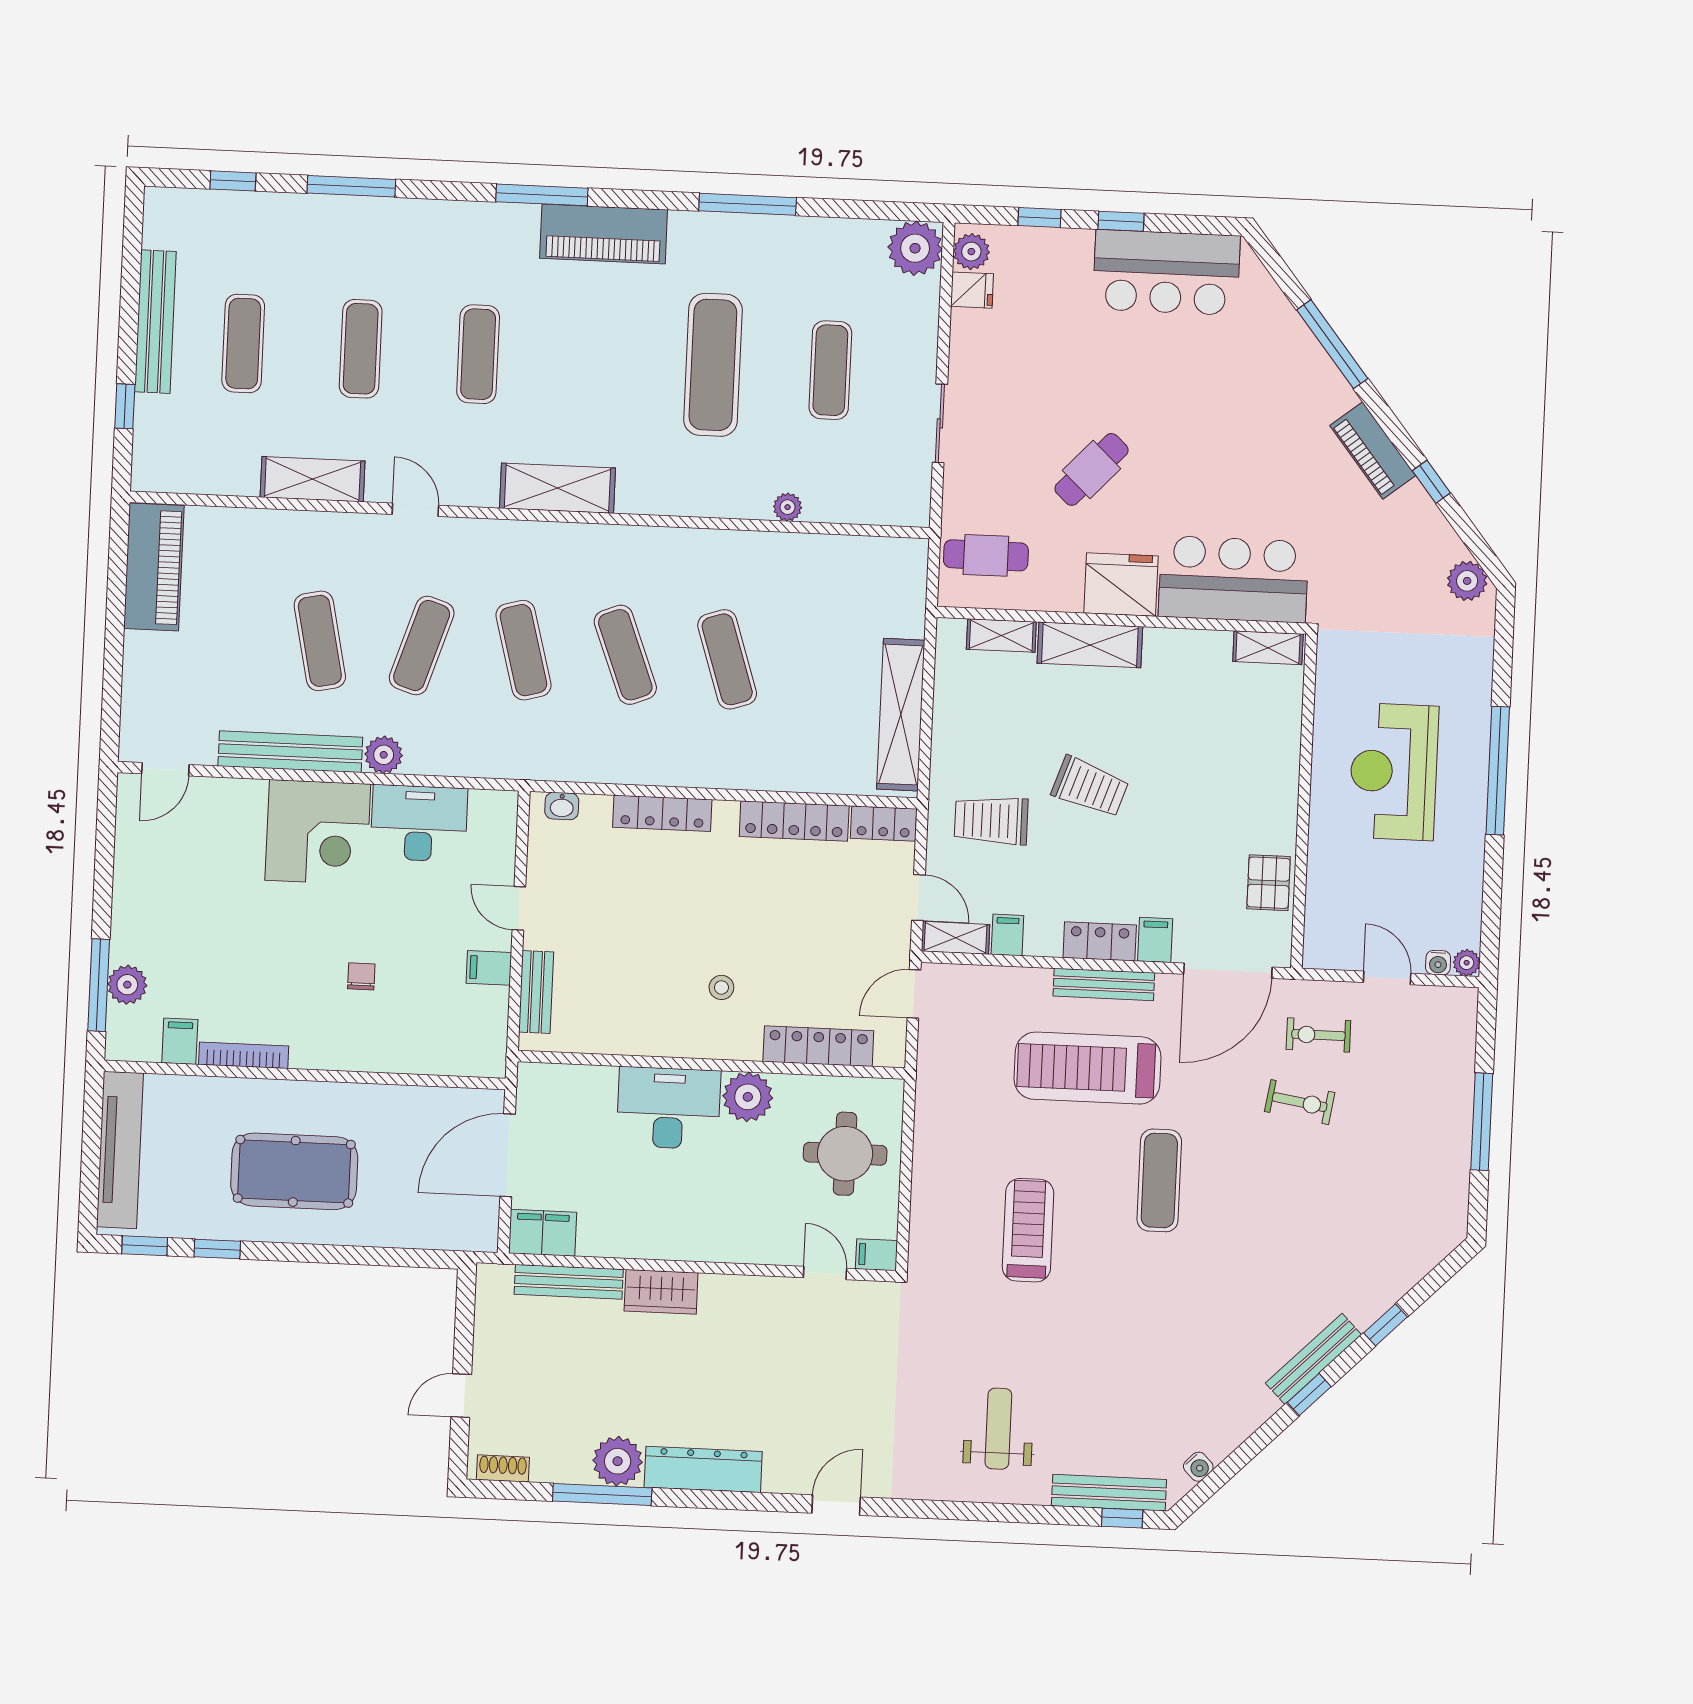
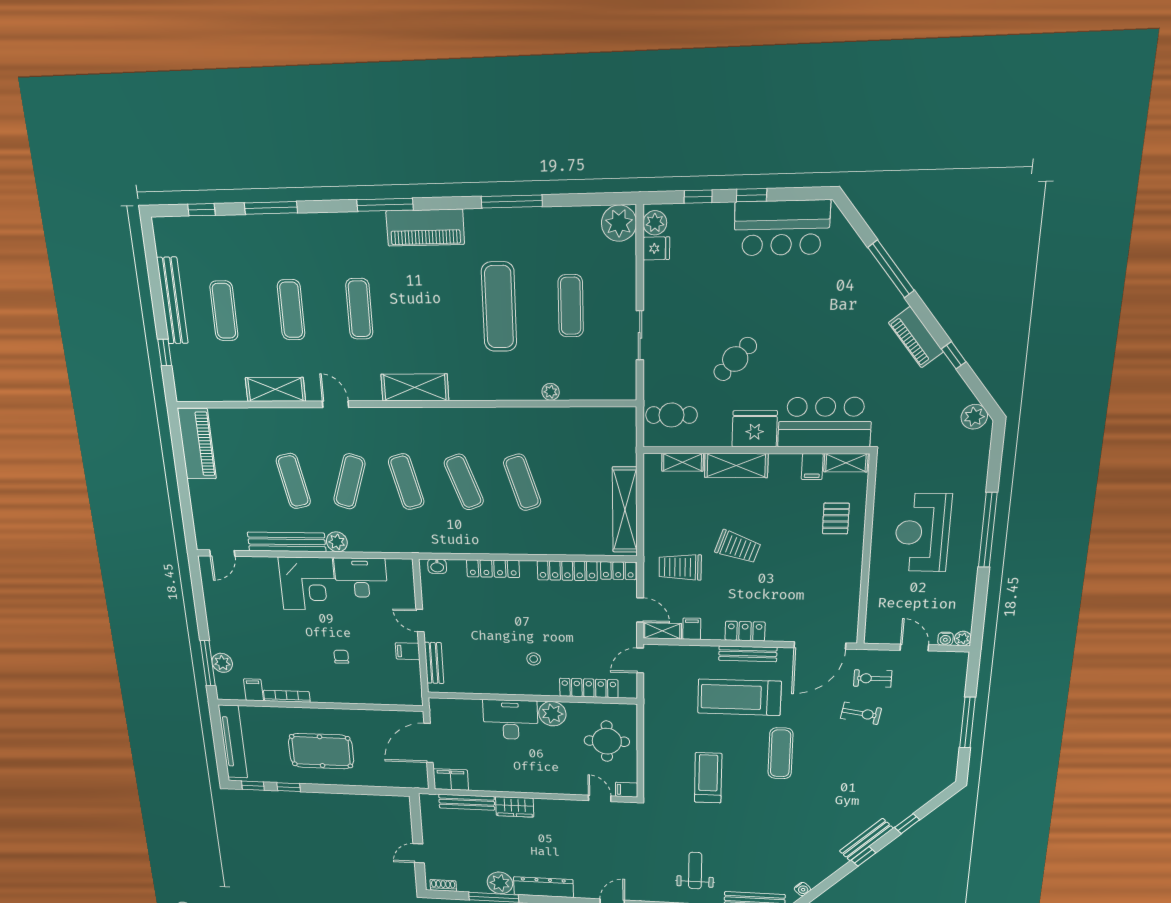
pallet: (1269, 883) -> (836, 518), moved
filing cabinet: (1155, 940) -> (812, 467), moved, turned 180

